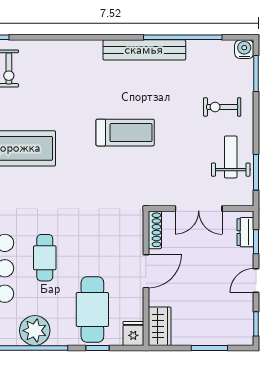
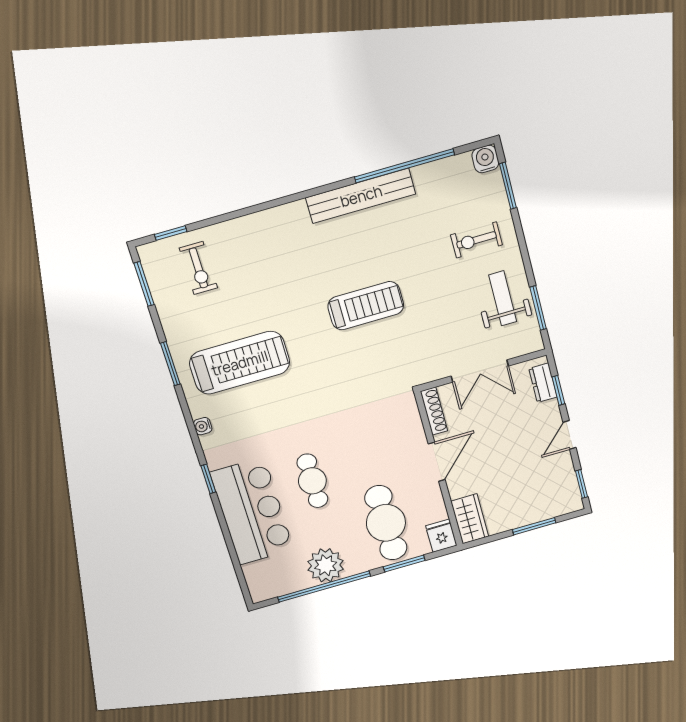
window: (97, 348) -> (404, 564), width x1.50

